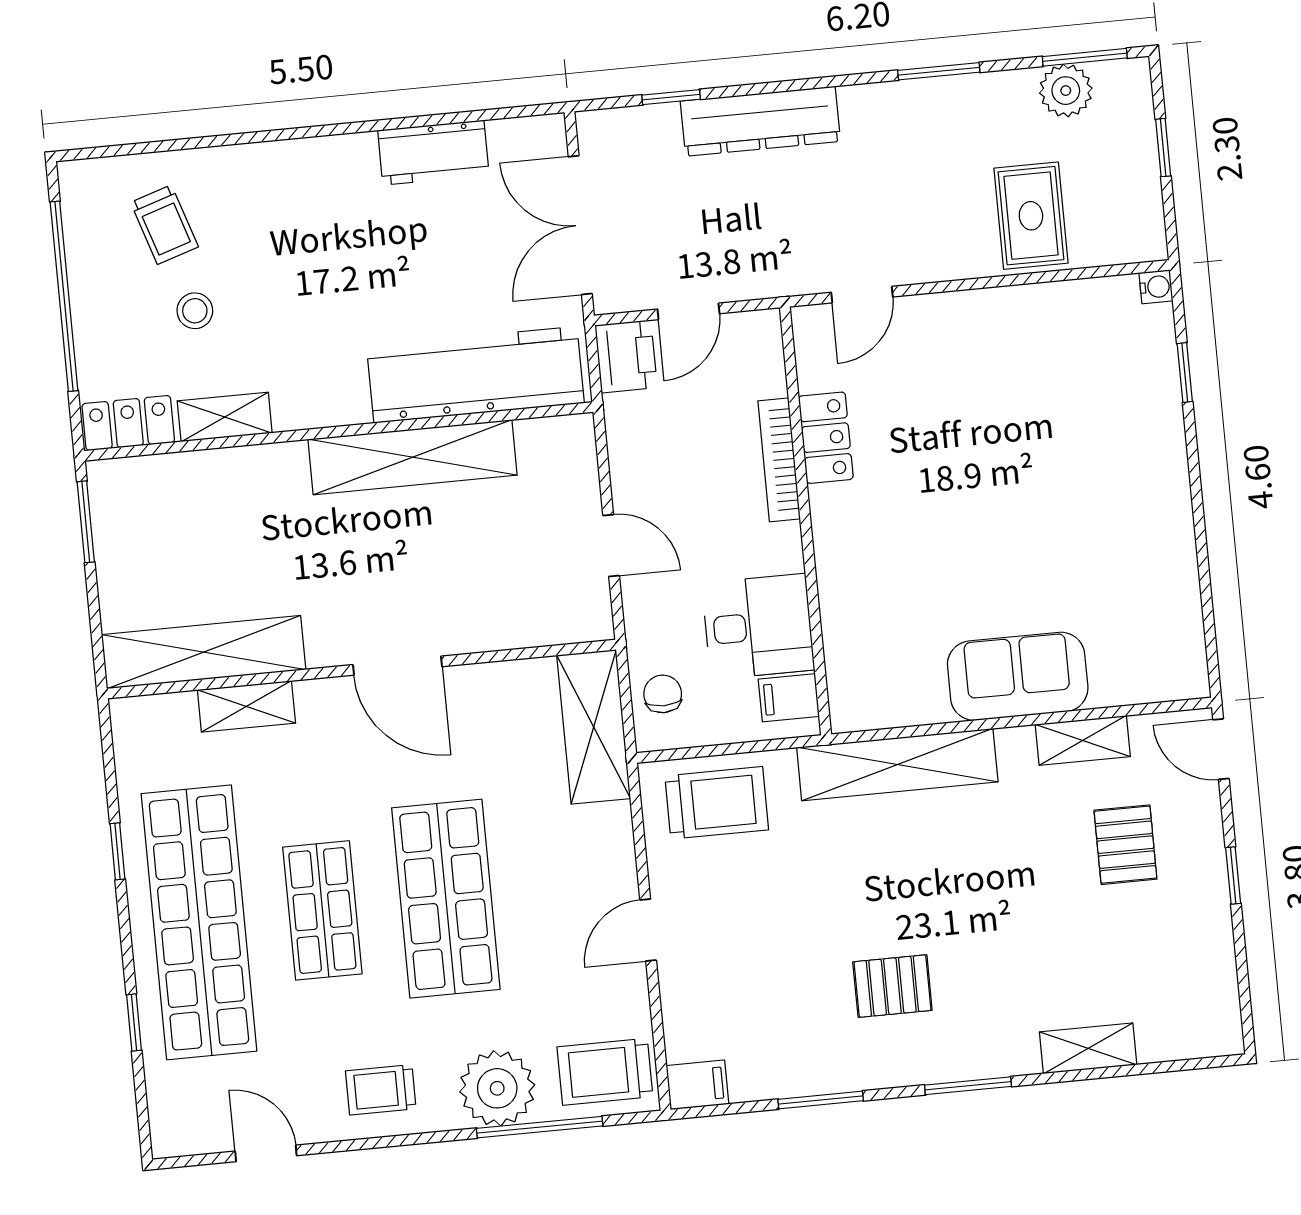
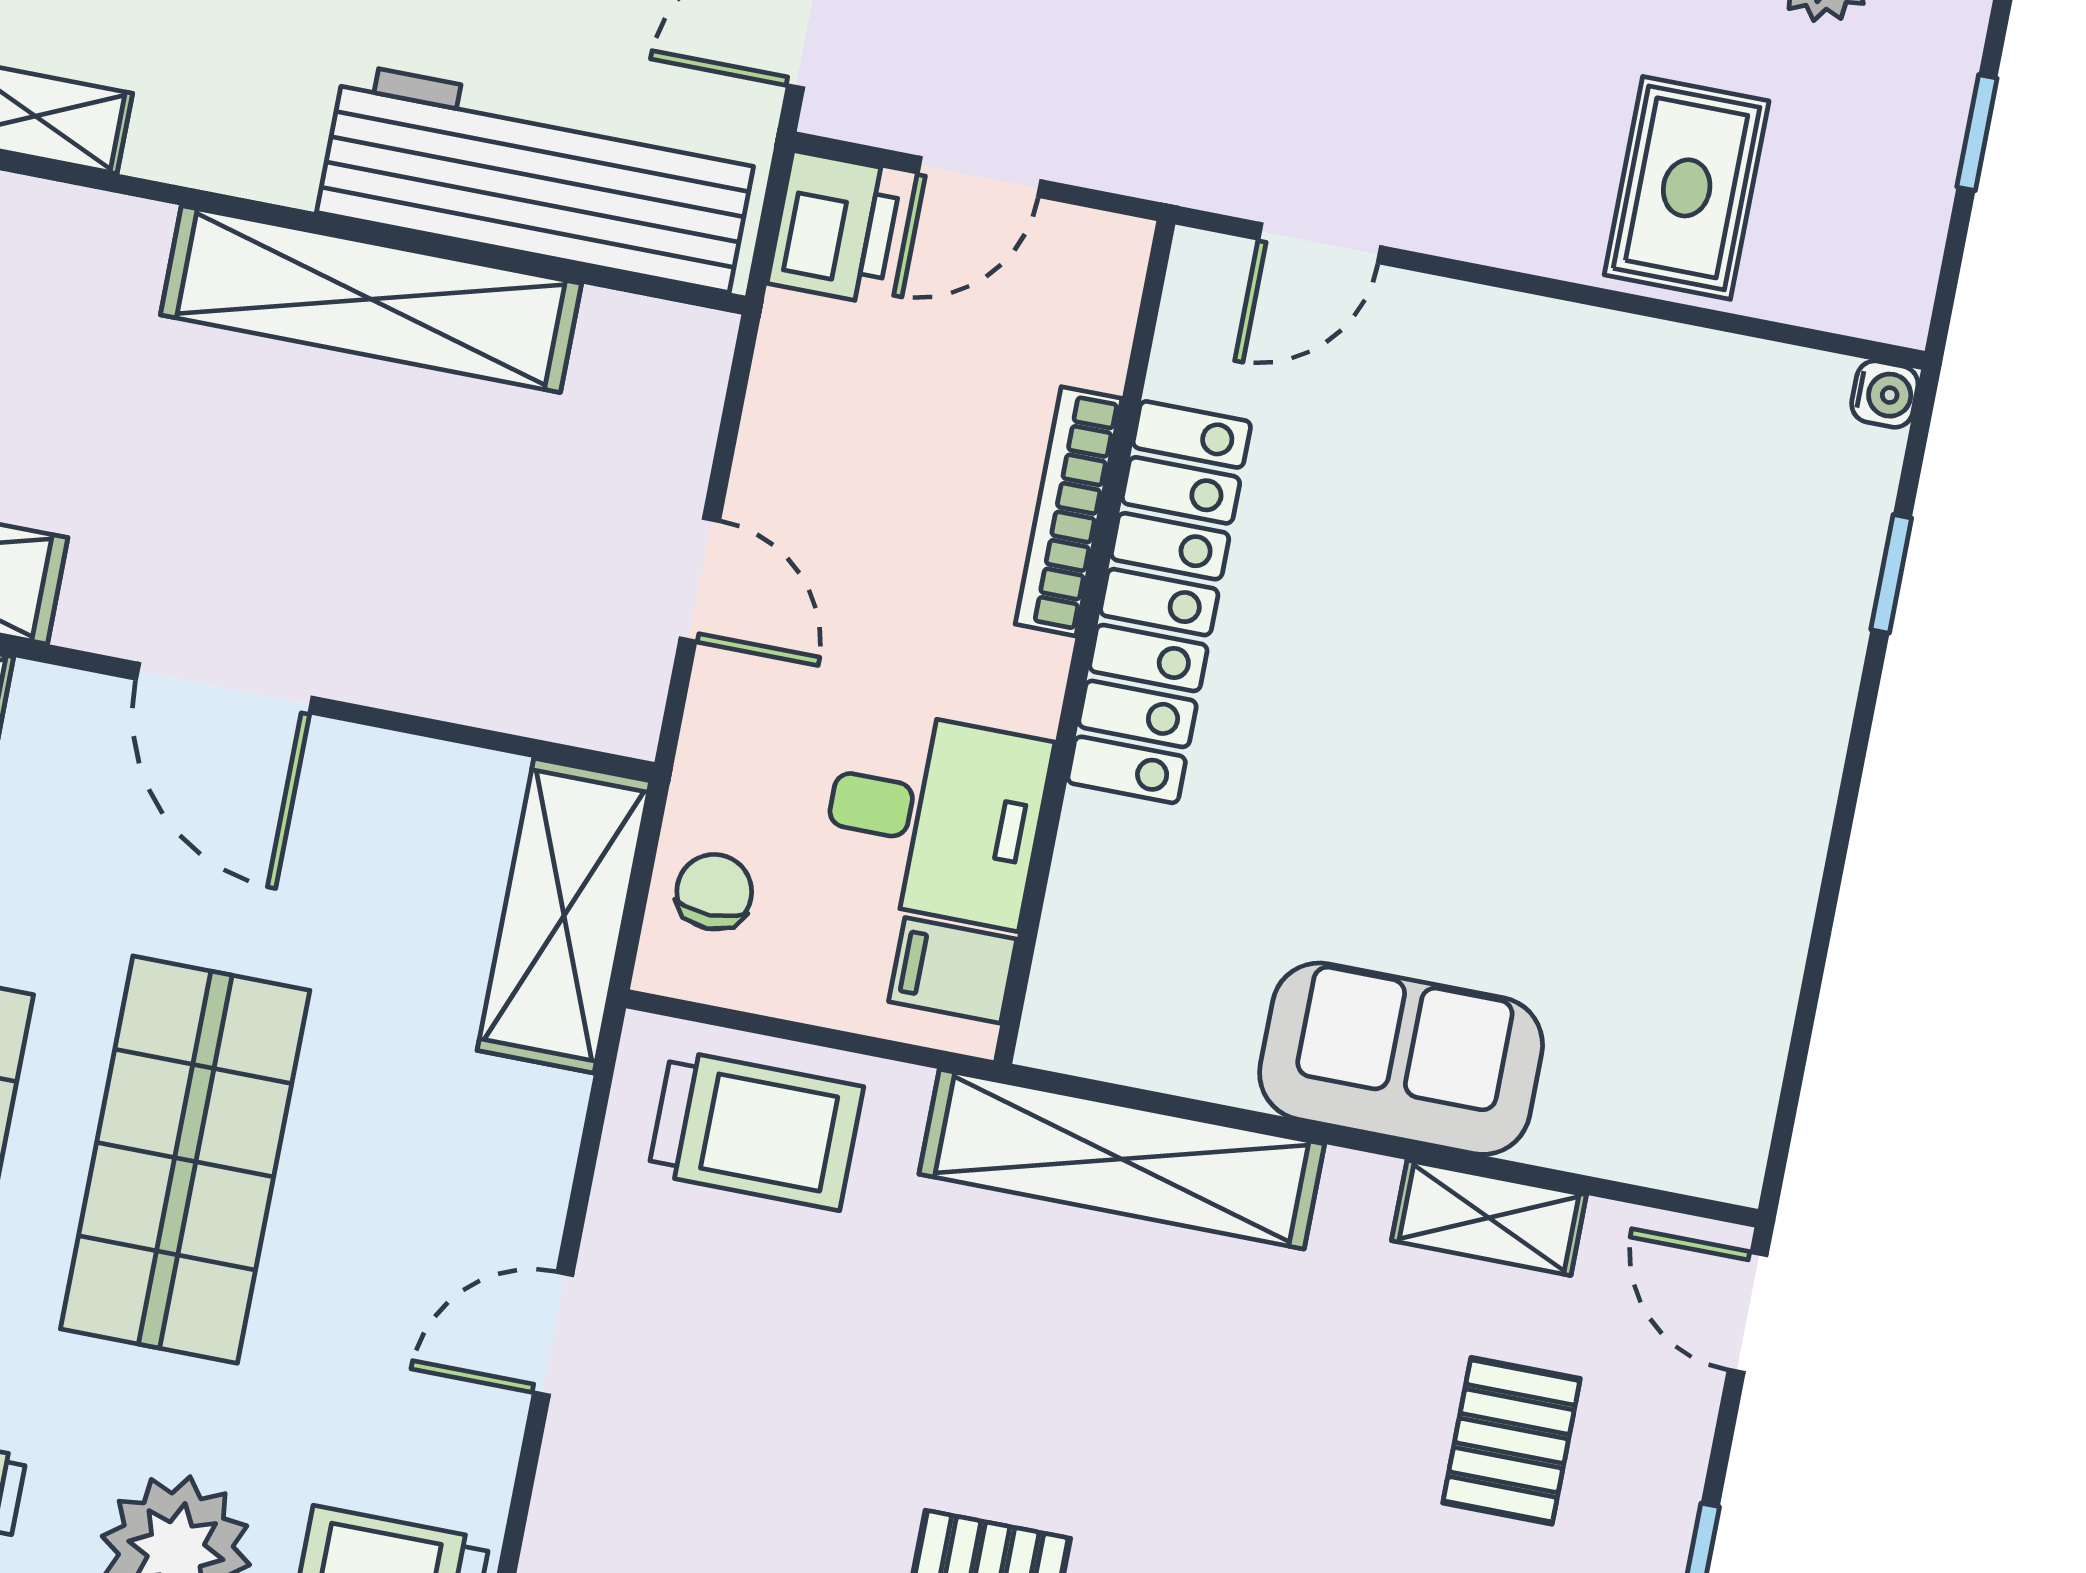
locker: (826, 438) -> (1159, 602), width x2.16, depth x1.21

